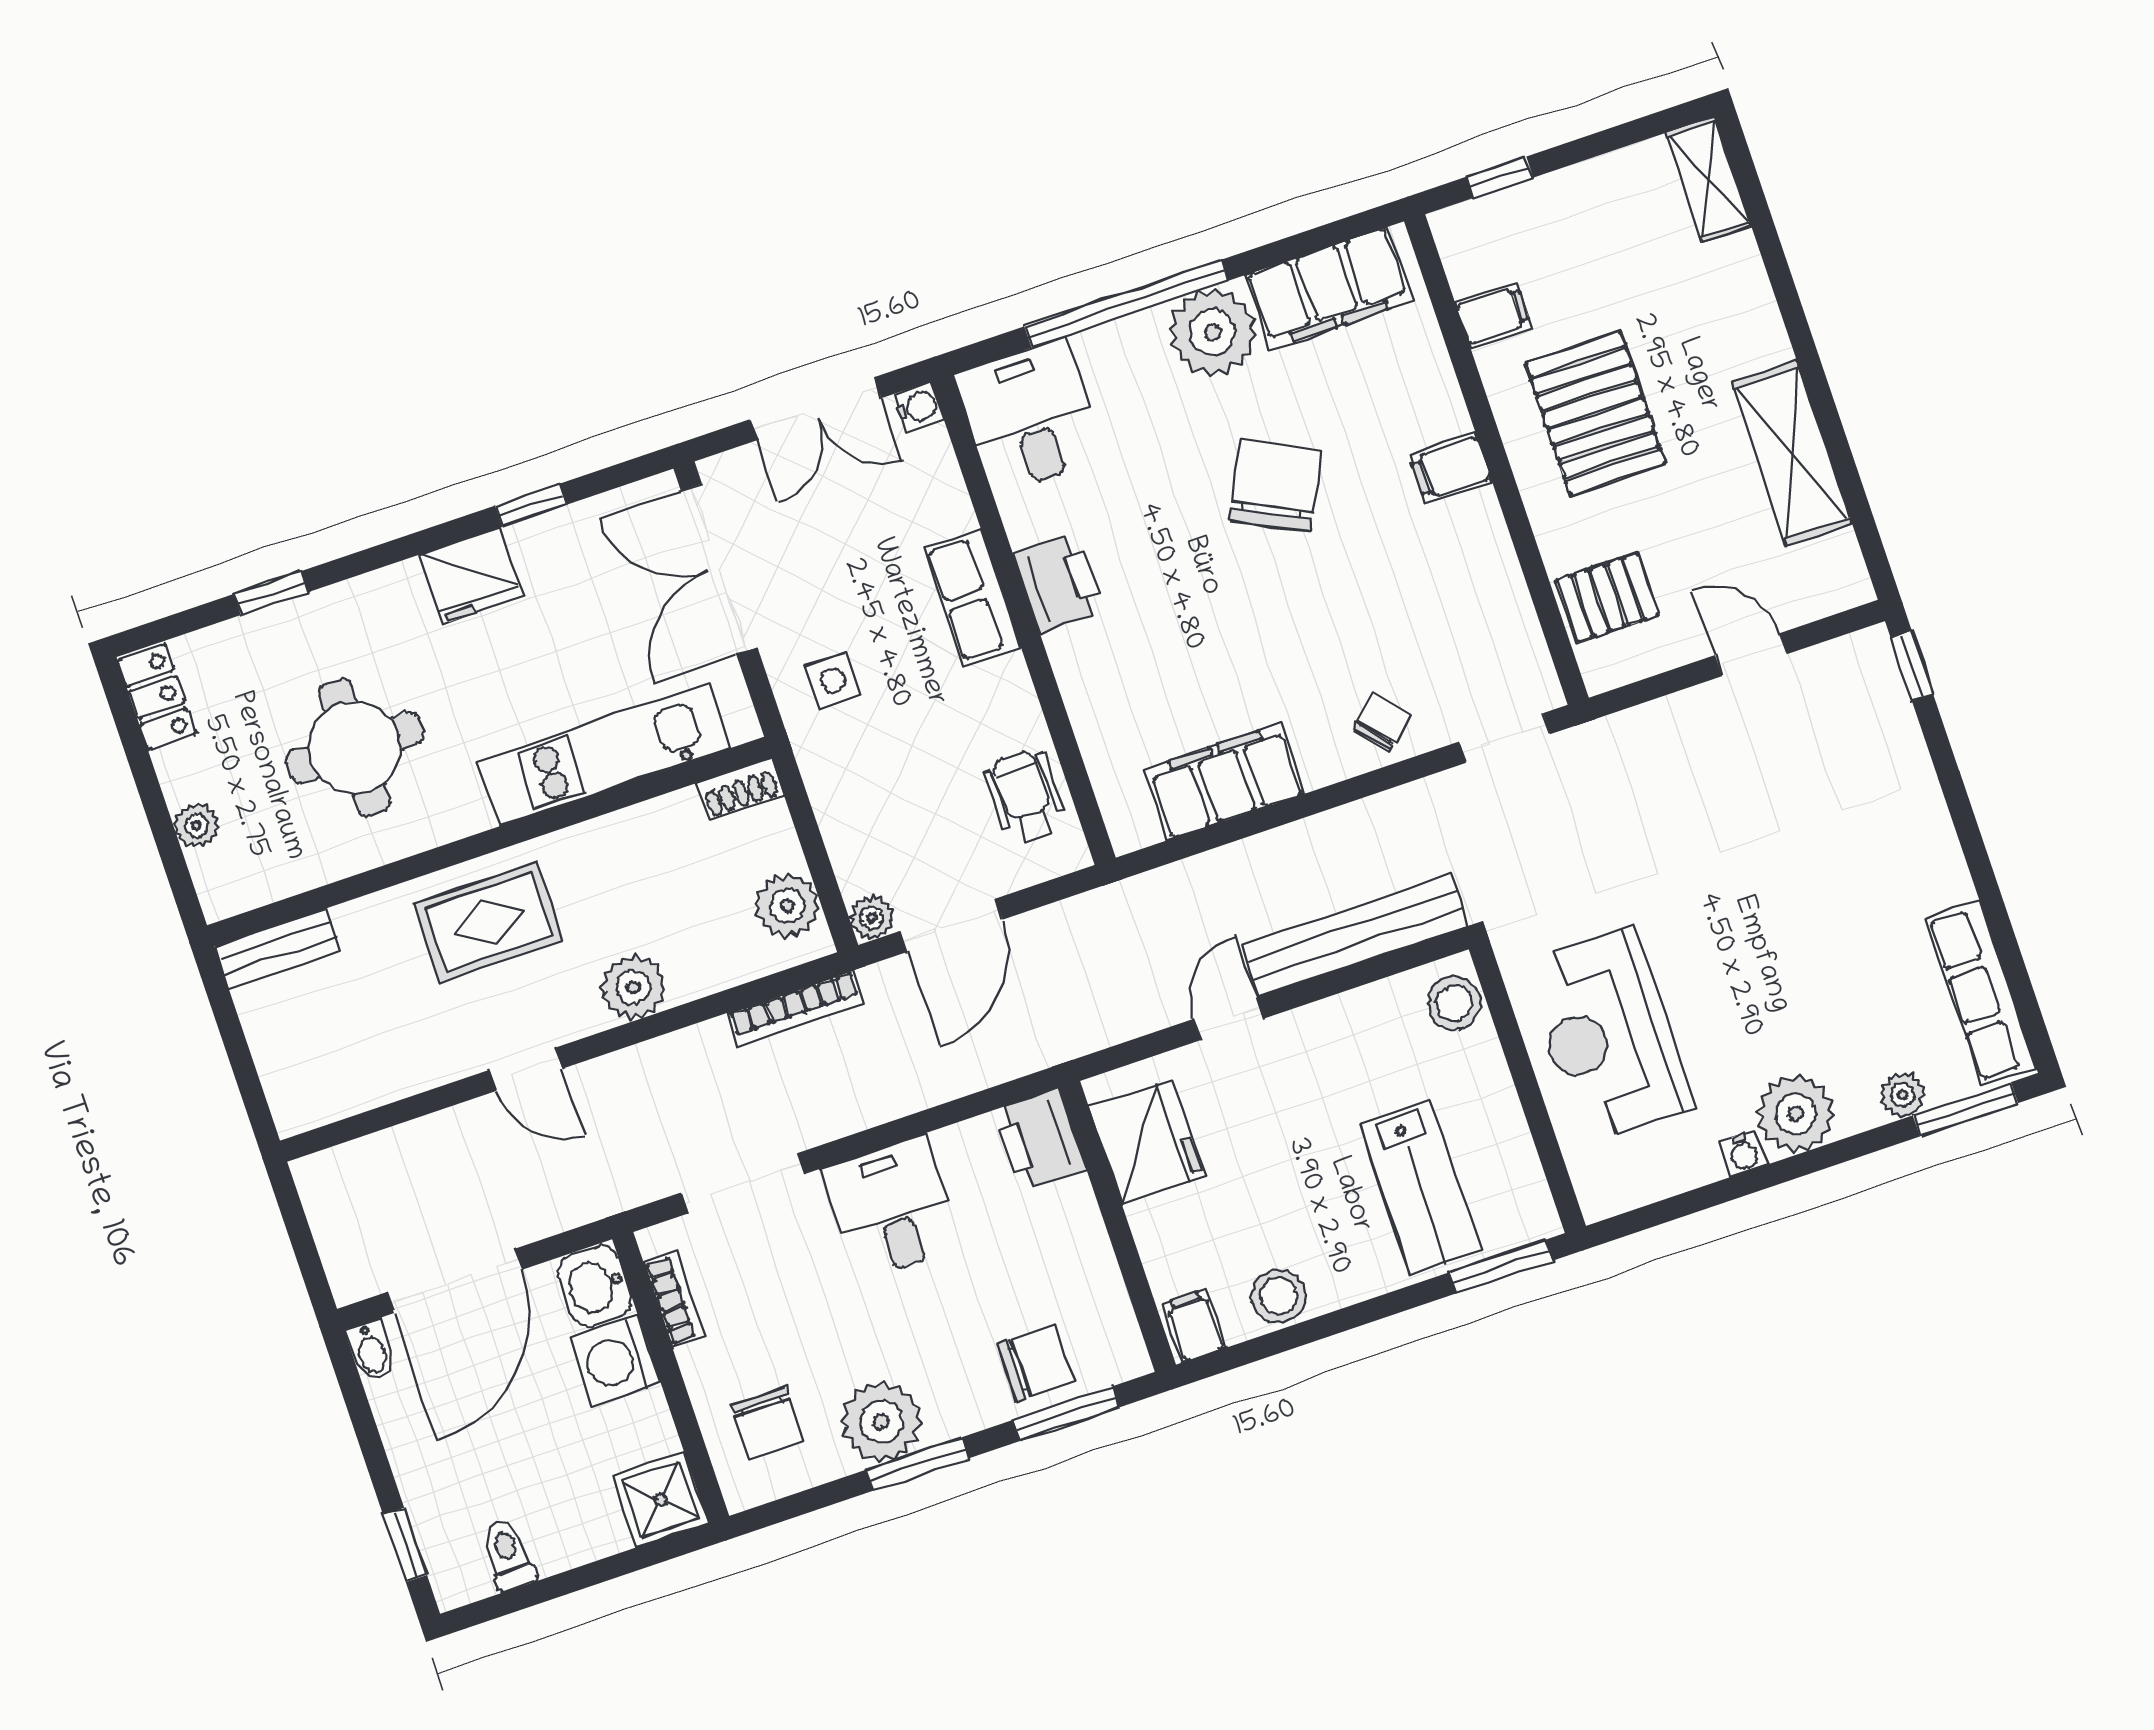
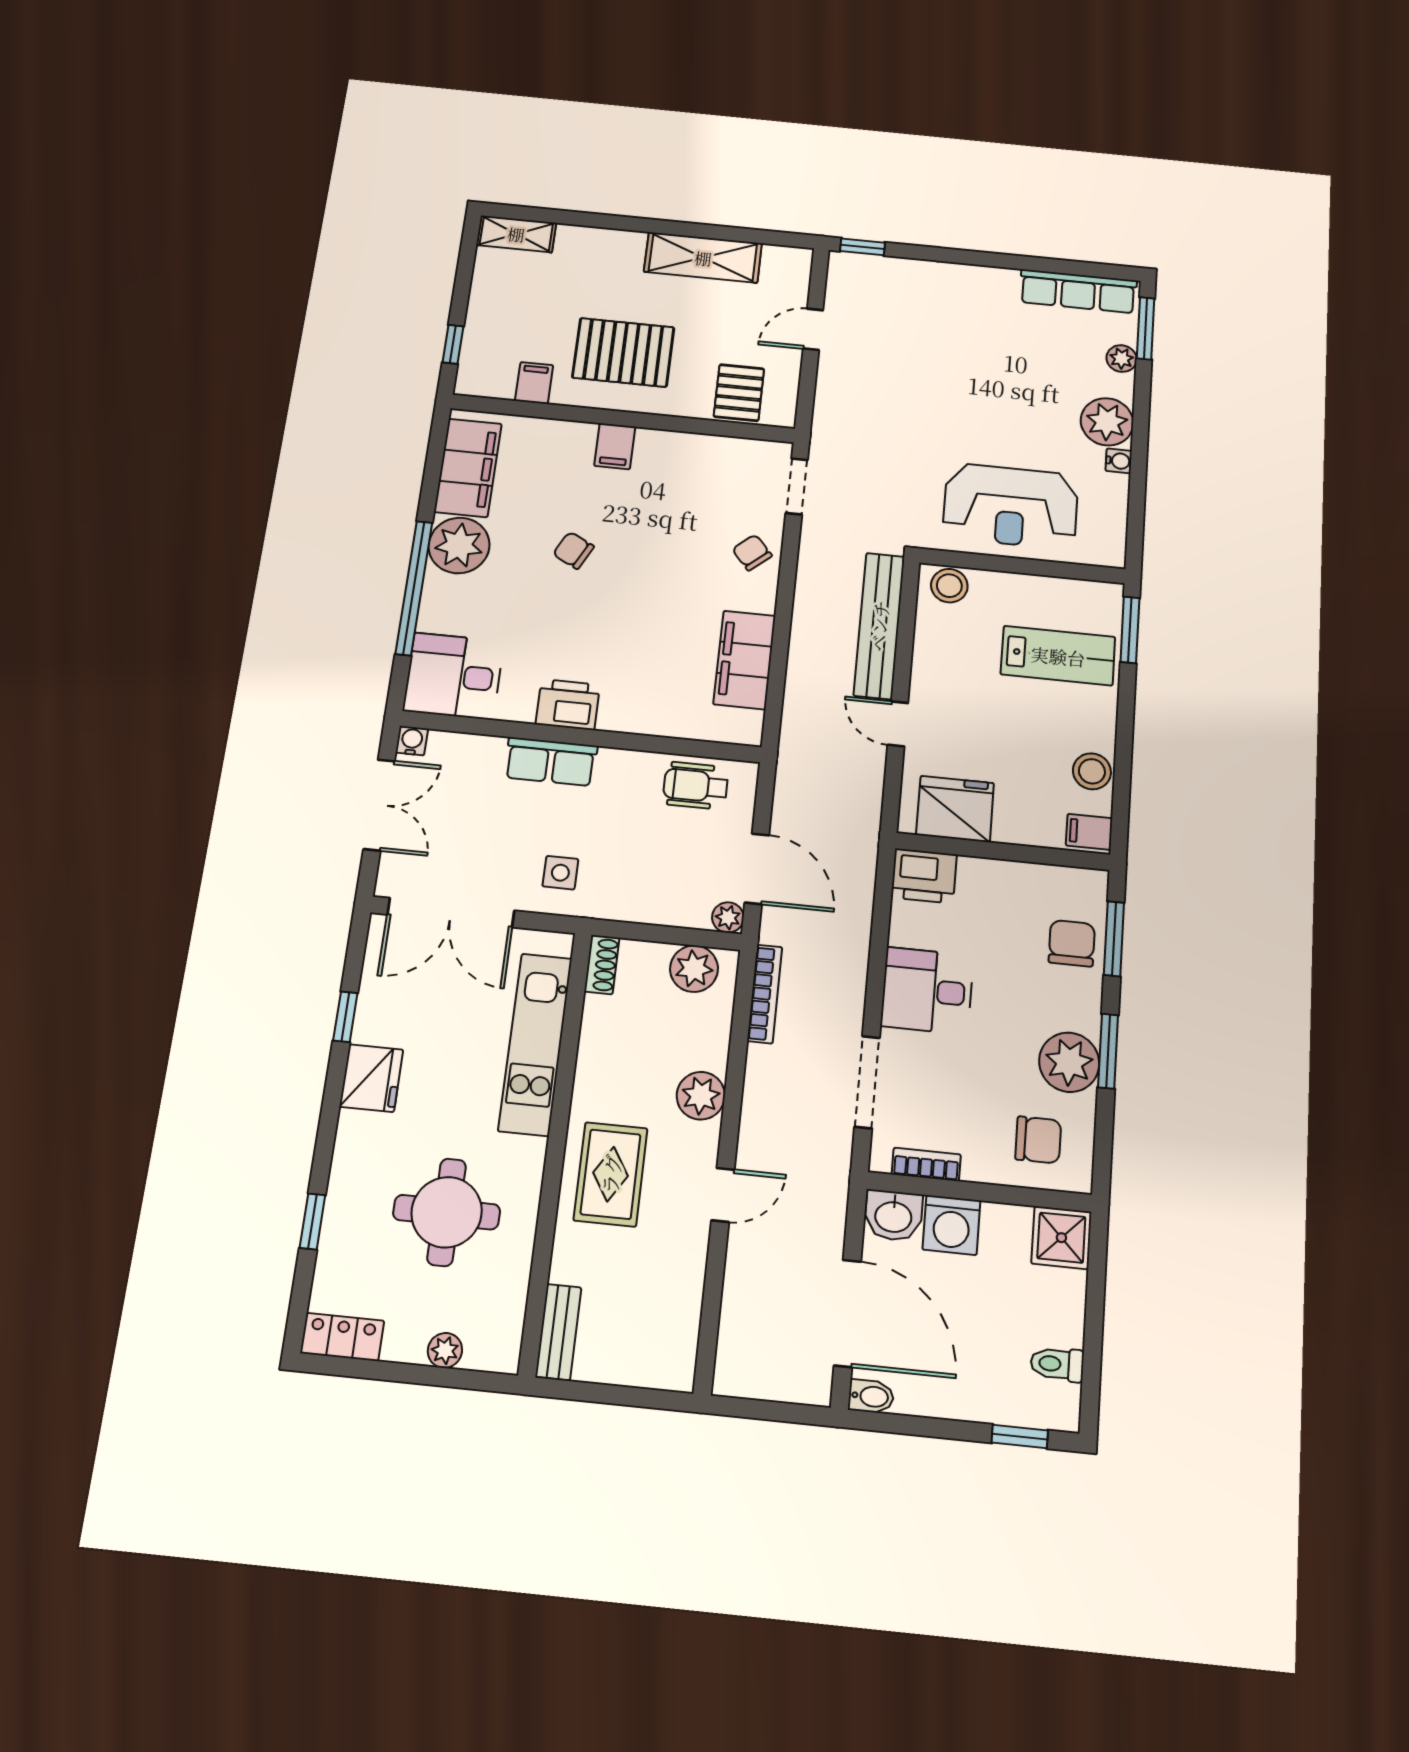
chair: (1275, 486) -> (573, 550), width x0.54, depth x0.54

